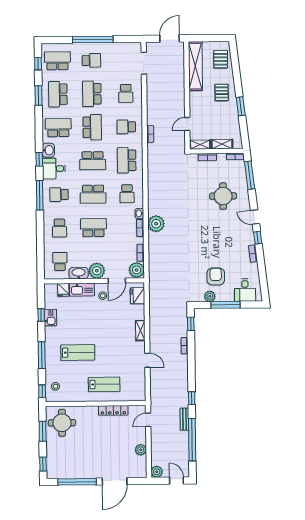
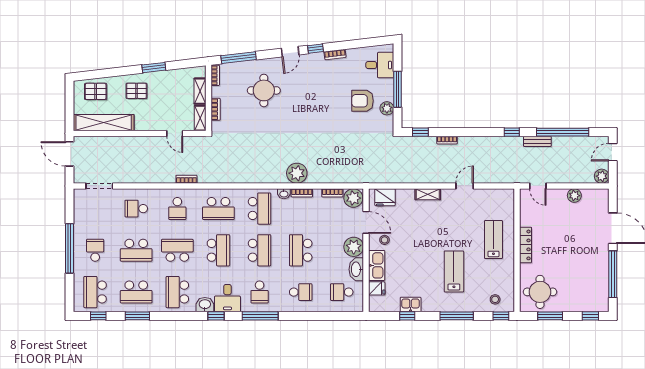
school desk: (126, 93) -> (136, 209), turned 180
school desk: (127, 194) -> (260, 209), width x1.85
locker: (113, 410) -> (526, 245), moved

